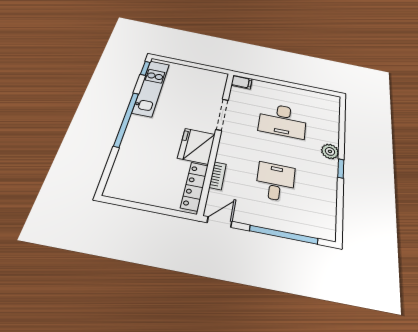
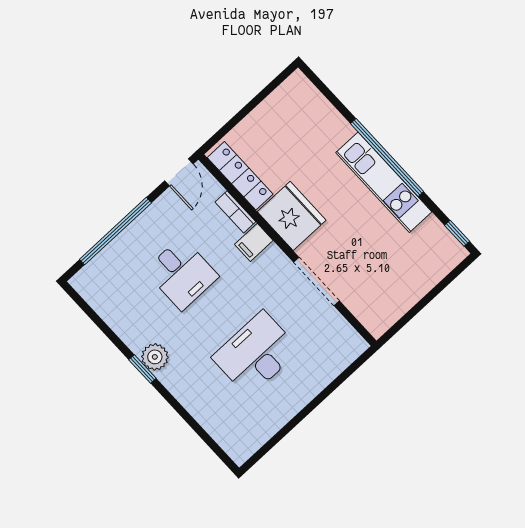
filing cabinet: (242, 82) -> (254, 242), moved
kitchen unit: (151, 88) -> (384, 182), moved
plant: (330, 151) -> (155, 357), moved

